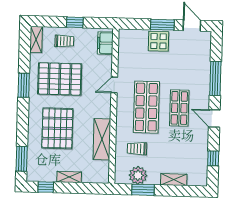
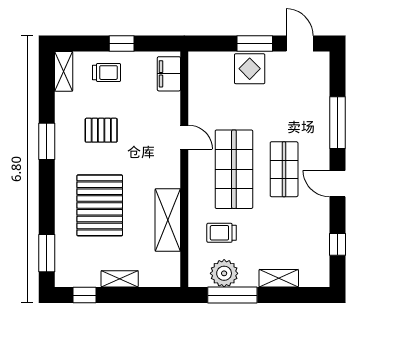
pallet: (60, 79) -> (101, 130), width x0.49, depth x0.50
door: (114, 85) -> (184, 137), swing flipped
window: (143, 190) -> (232, 295), width x1.44

